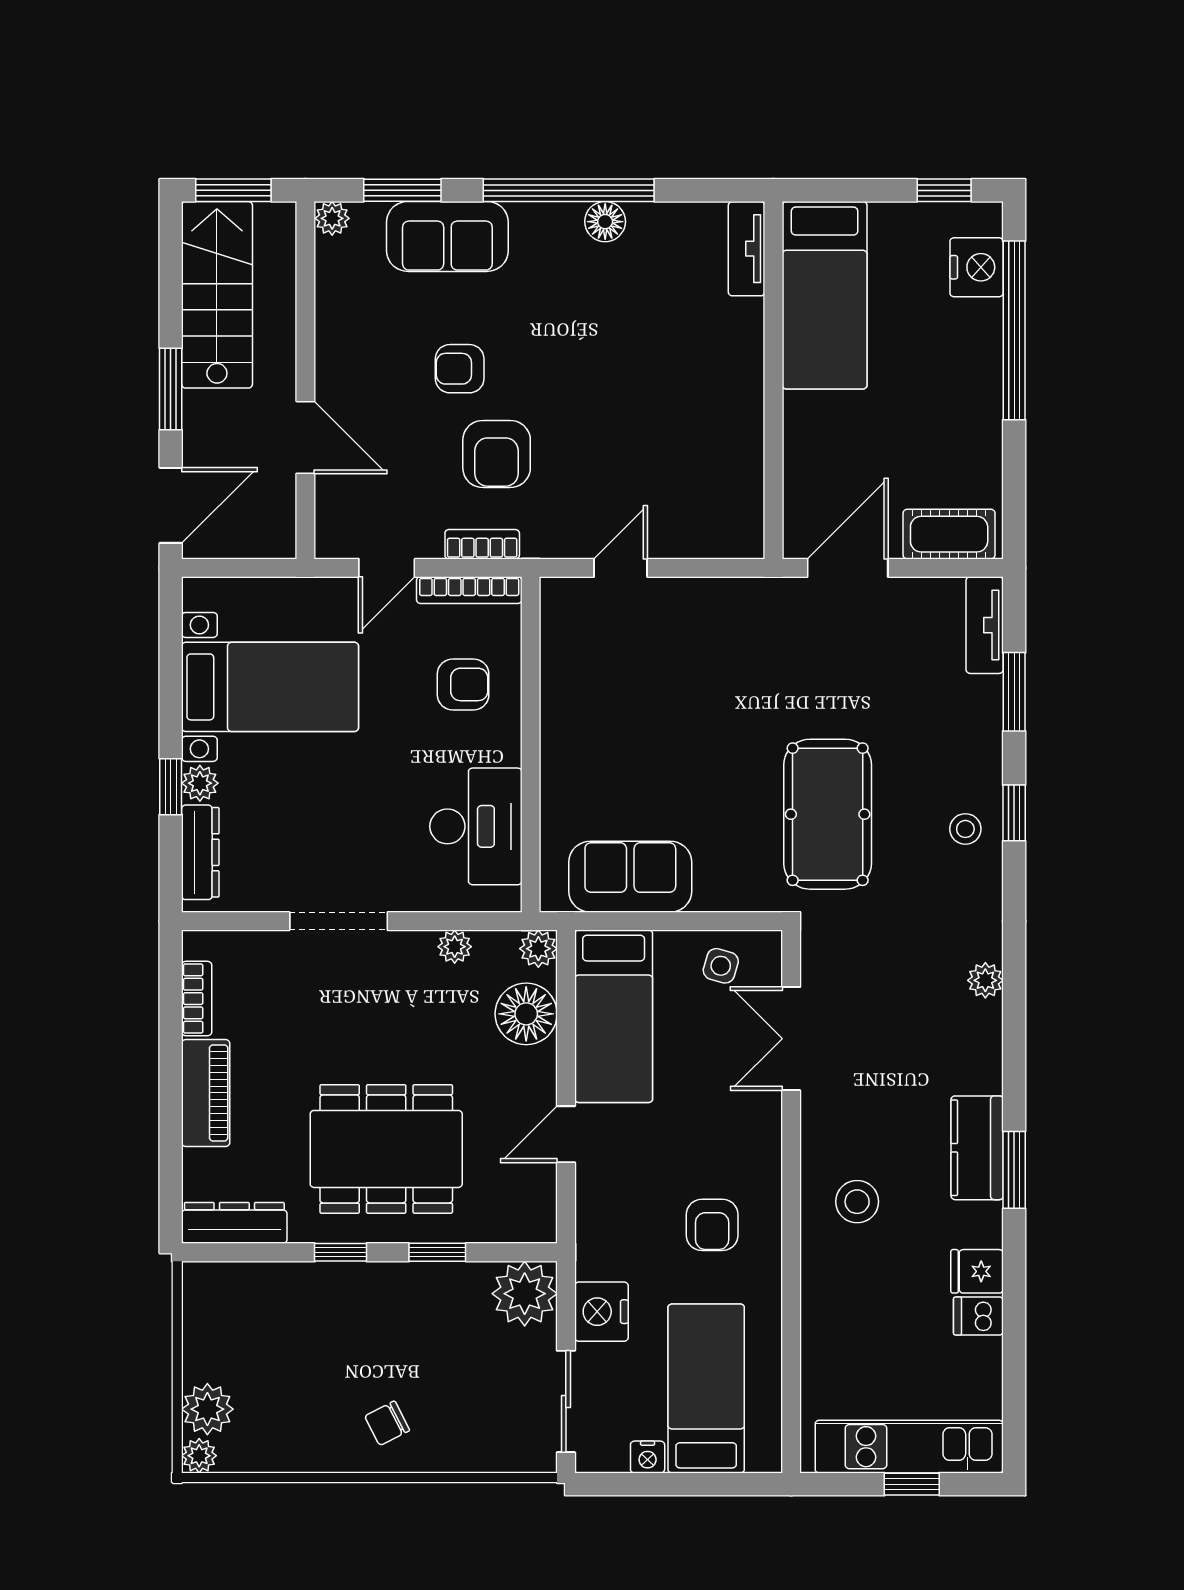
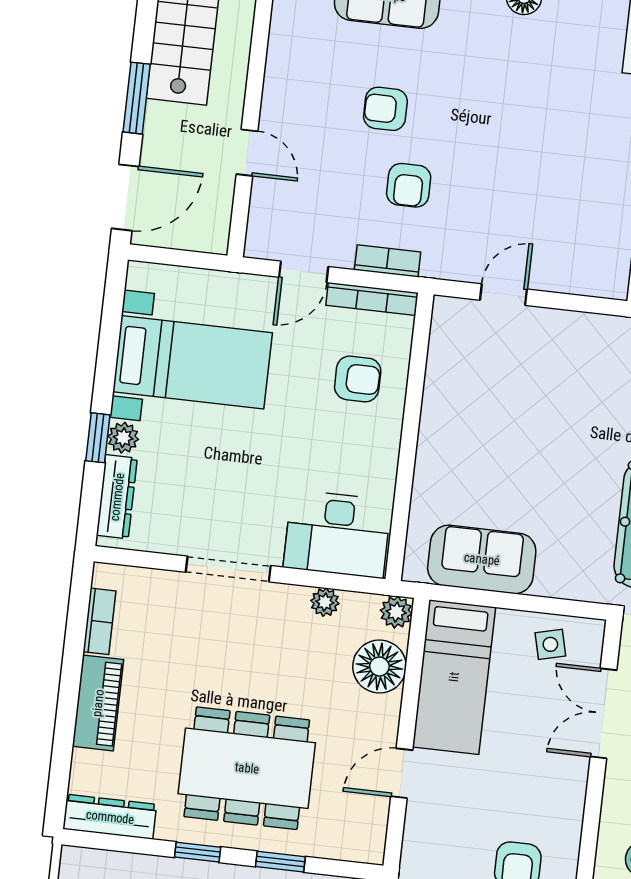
door: (305, 437) -> (247, 153), width x0.73
armchair: (497, 454) -> (409, 185), width x0.72, depth x0.72
desk: (476, 826) -> (337, 534), moved, turned 90
side table: (721, 966) -> (550, 644), turned -30

